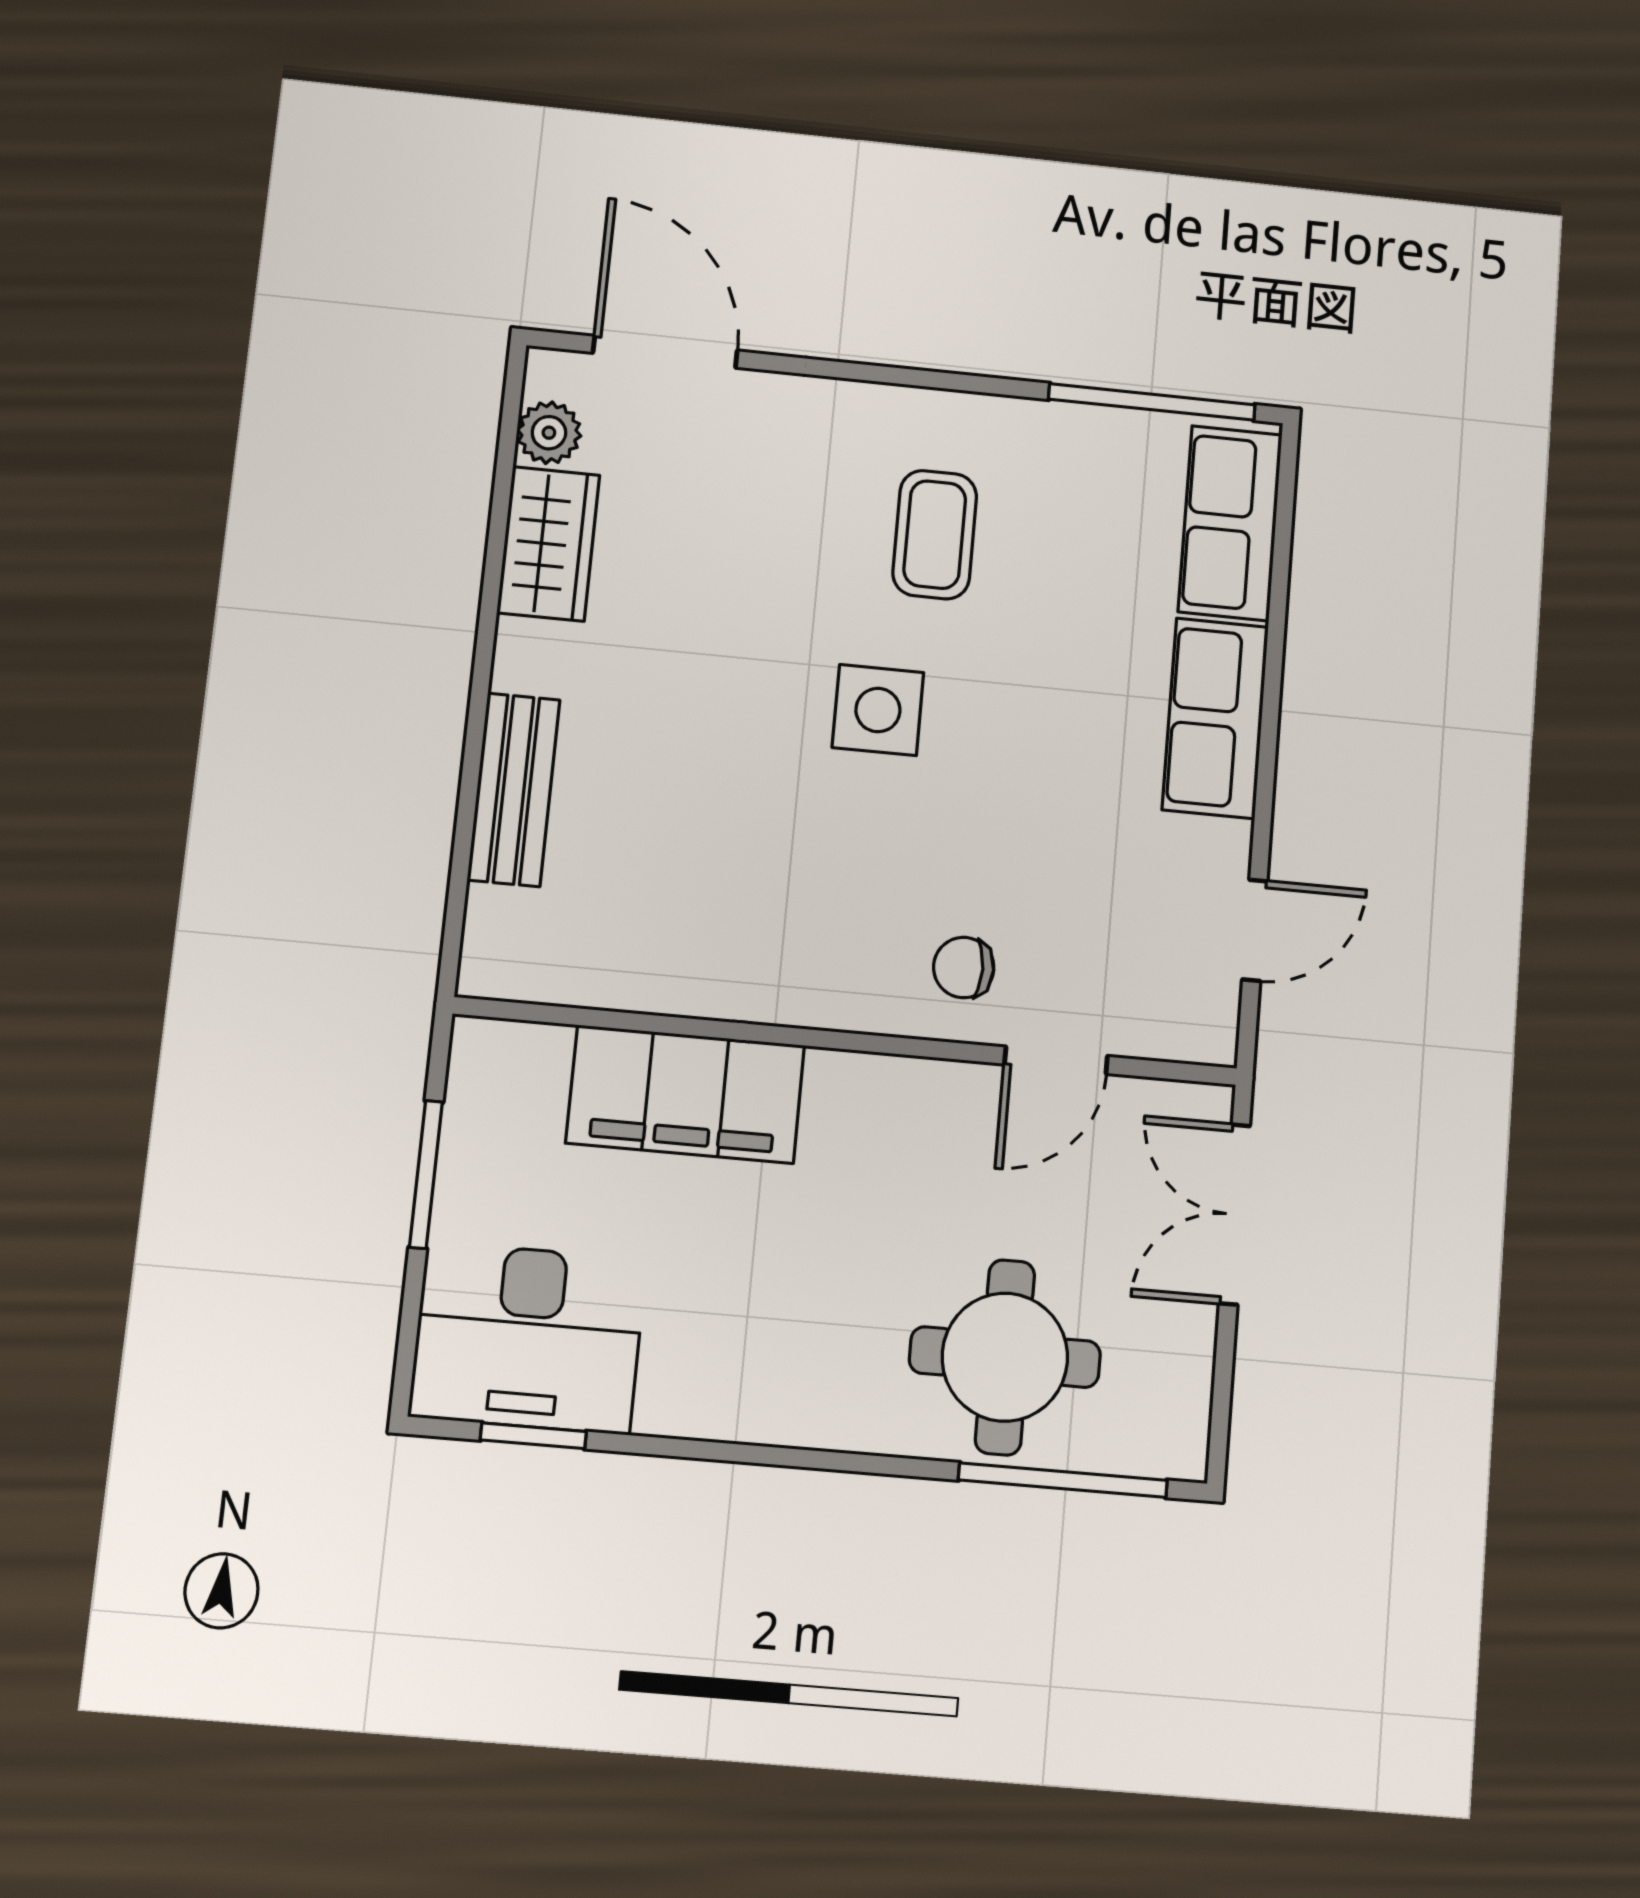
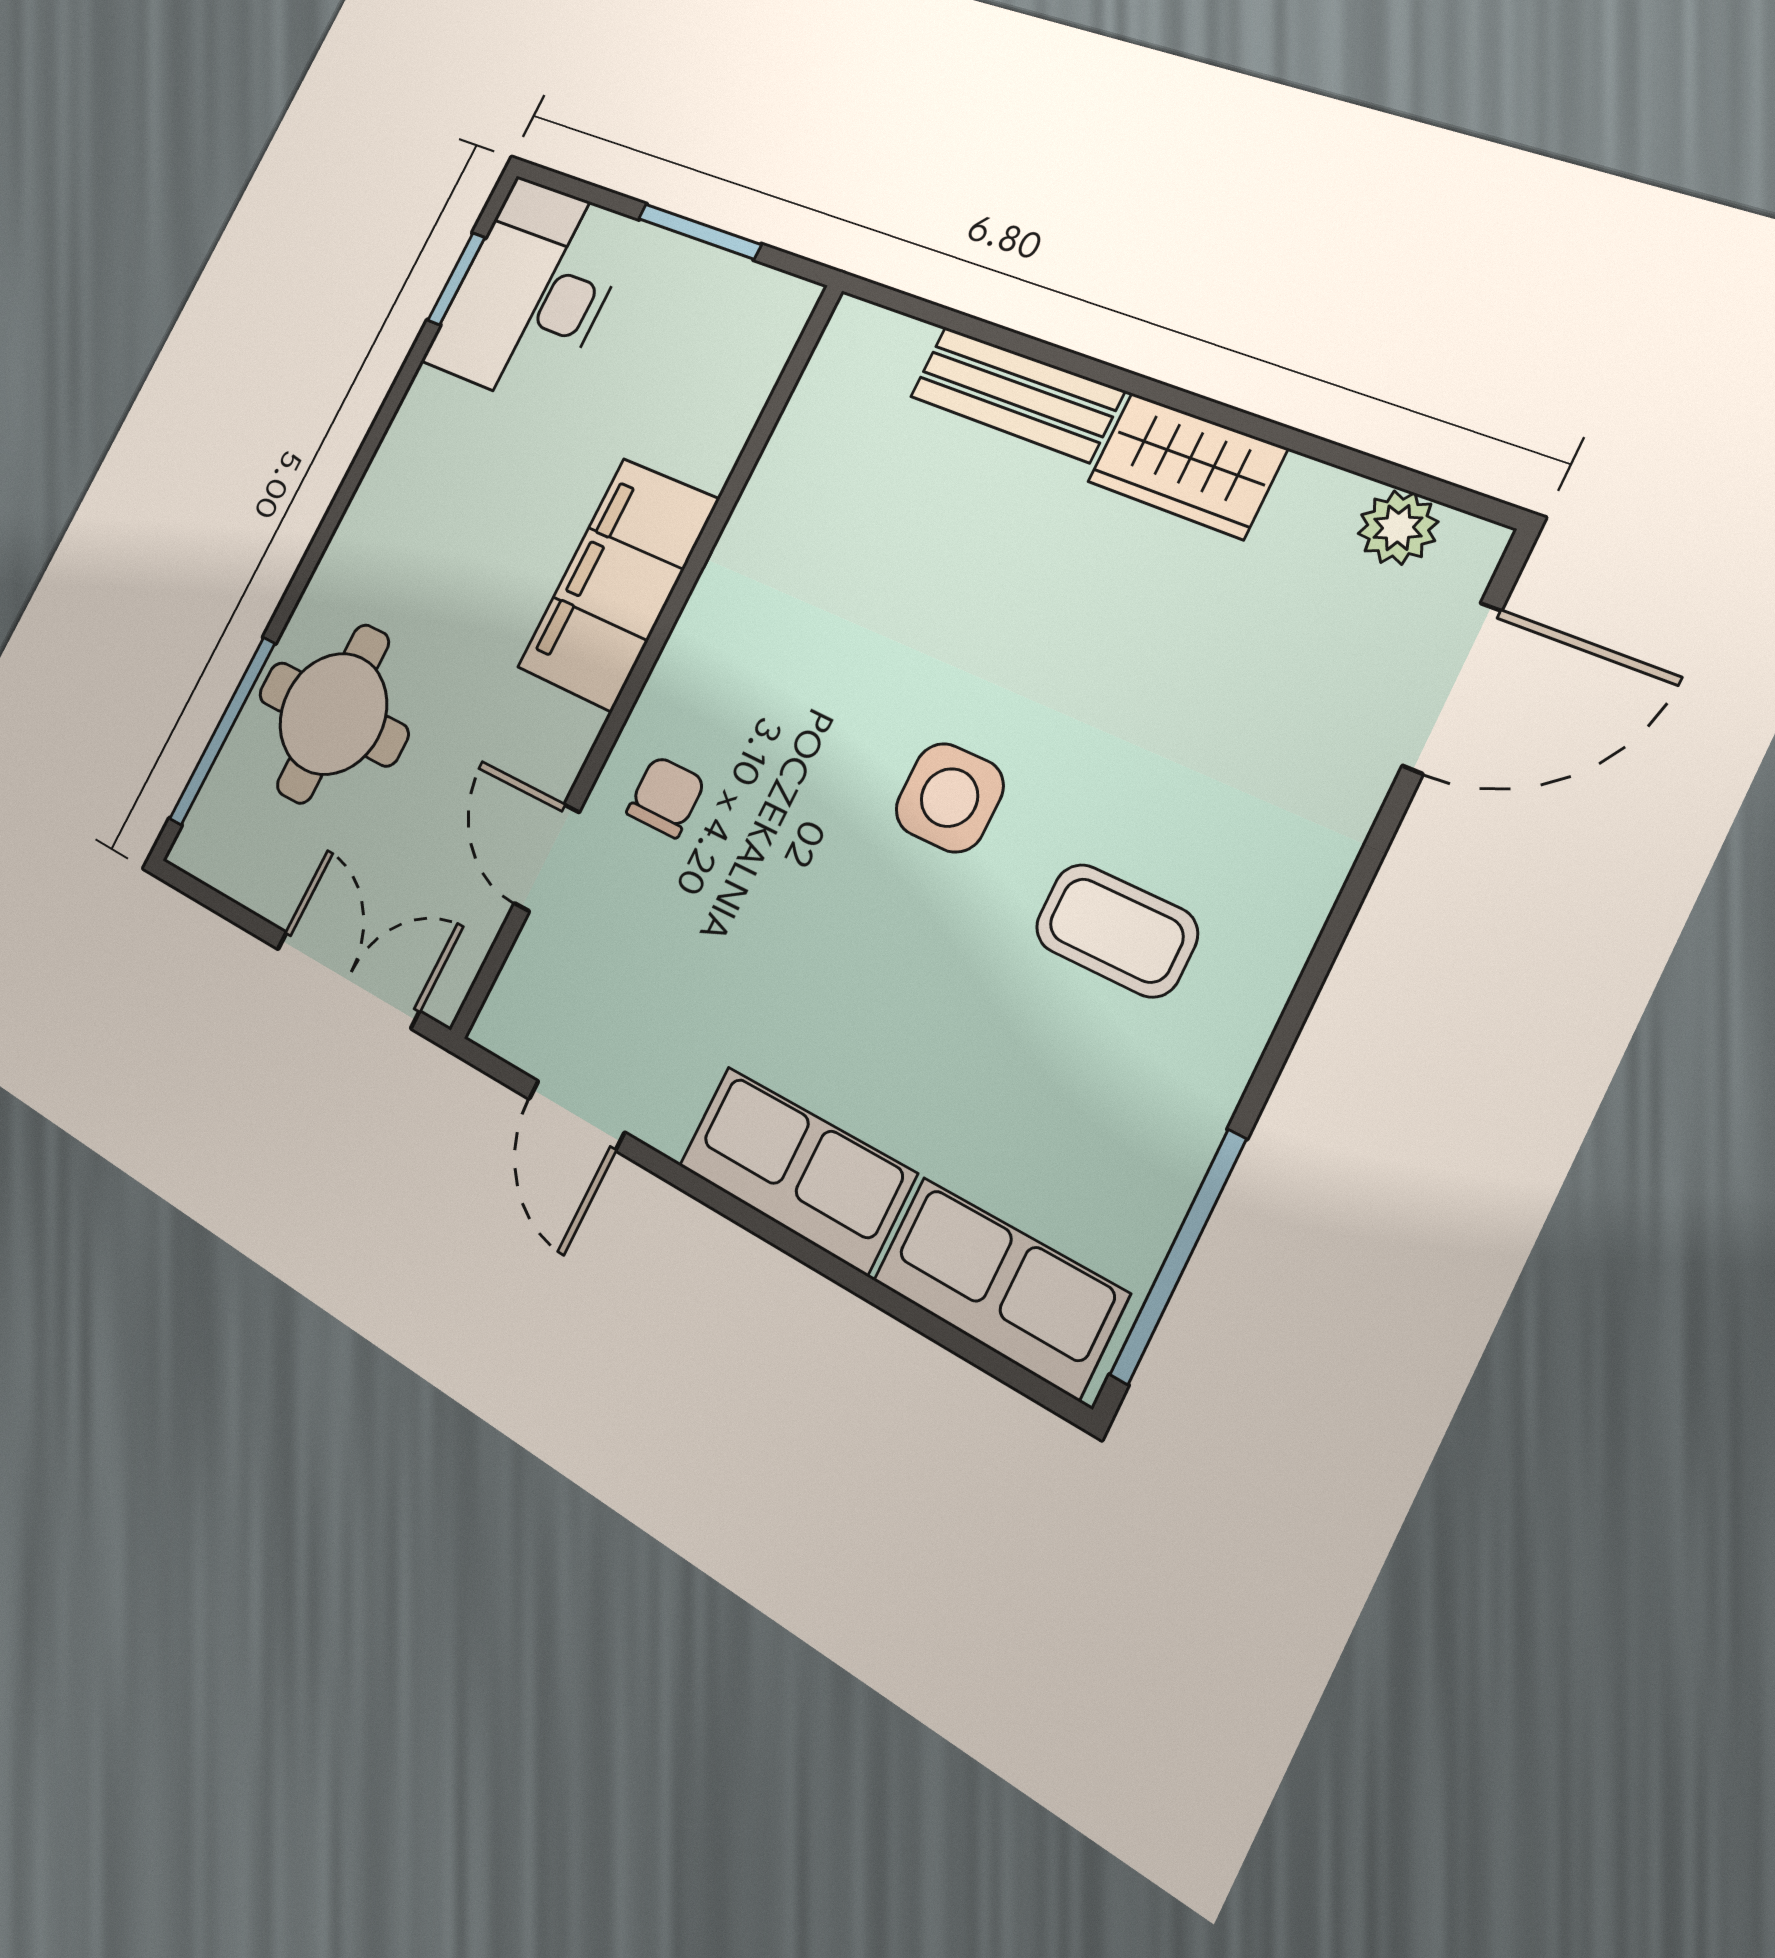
wardrobe: (548, 544) -> (1187, 465), moved
filing cabinet: (685, 1094) -> (618, 584), moved

